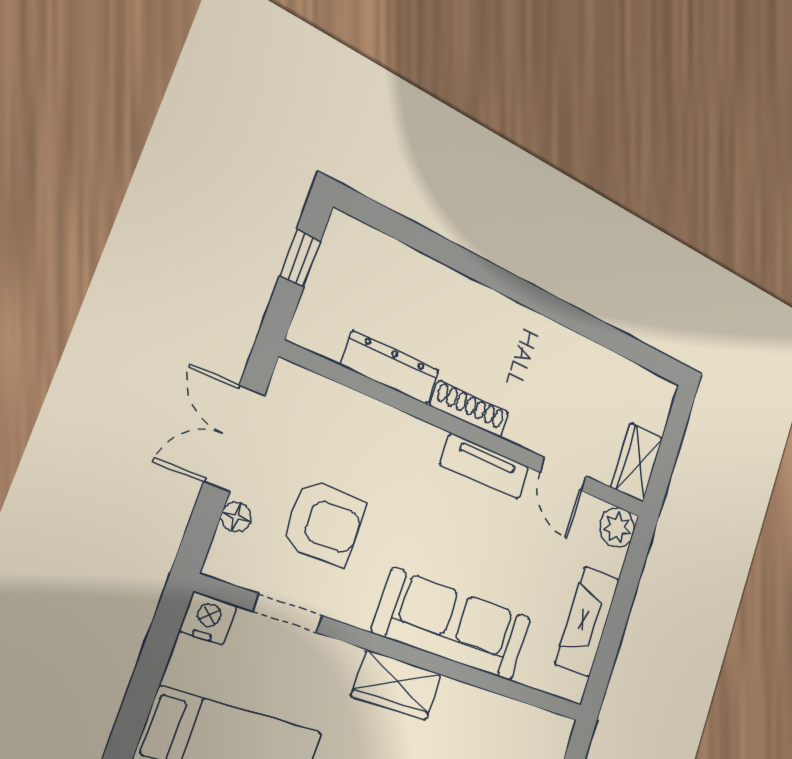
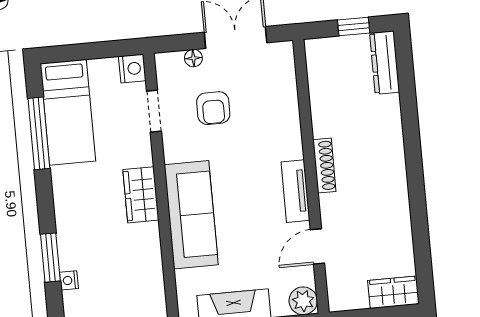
dresser: (390, 368) -> (385, 63), moved, turned 180
wardrobe: (637, 463) -> (393, 292), moved
armchair: (323, 523) -> (213, 108), width x0.72, depth x0.72

